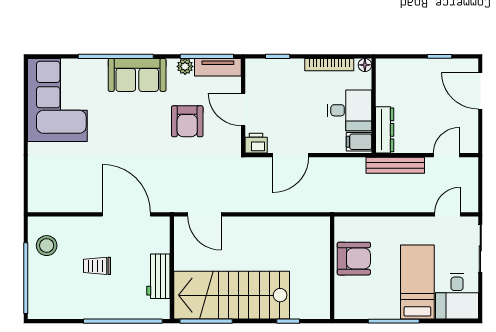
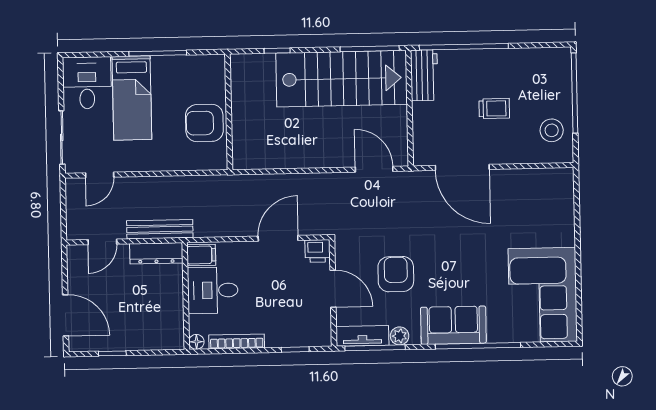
dresser: (385, 130) -> (156, 253), moved, turned -90
workbench: (158, 276) -> (424, 75), moved

